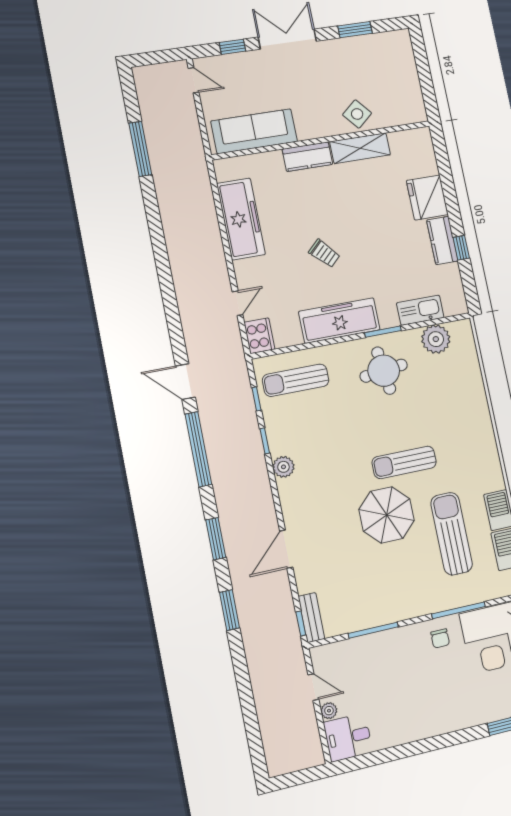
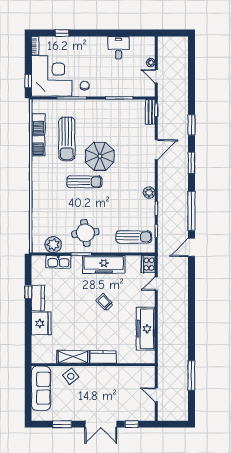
door: (193, 80) -> (156, 395), moved
sofa: (254, 131) -> (41, 388), moved, turned -90
door: (185, 382) -> (191, 247), swing flipped
desk: (348, 737) -> (118, 48), moved, turned -90

